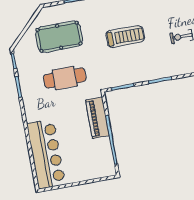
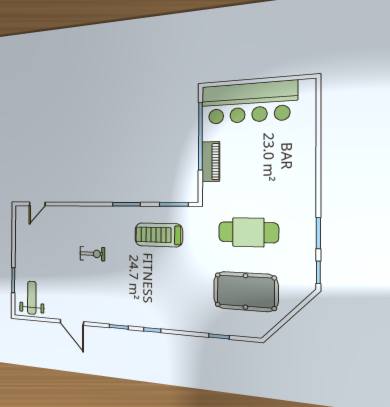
treadmill: (125, 37) -> (159, 235), moved
piano: (97, 118) -> (211, 162), width x0.73, depth x0.75
bar counter: (46, 154) -> (248, 103), moved, turned -90

